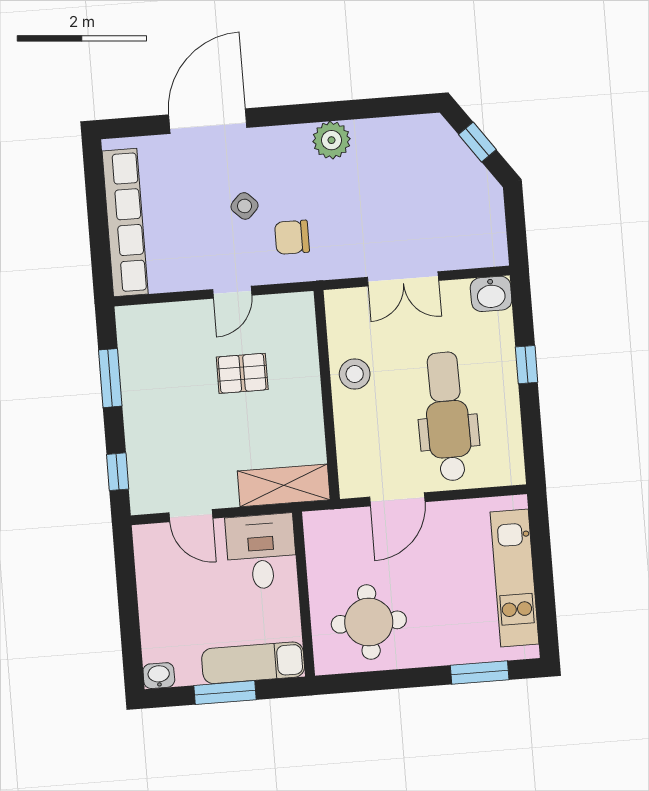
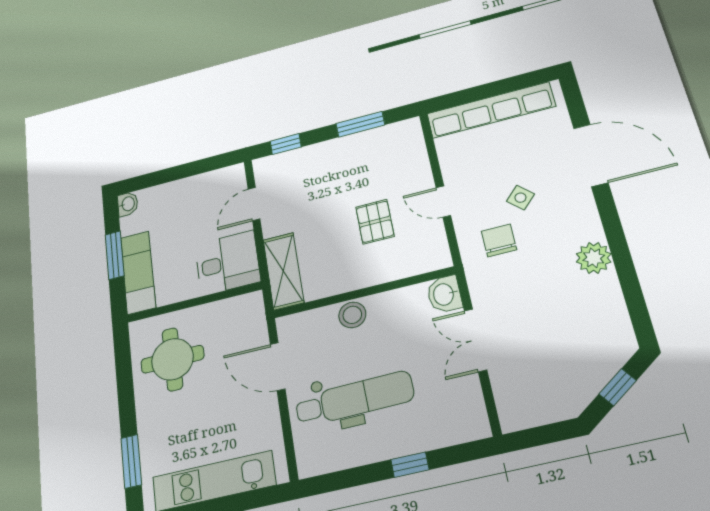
washbasin: (491, 294) -> (444, 294), moved
stool: (355, 374) -> (352, 315), moved

